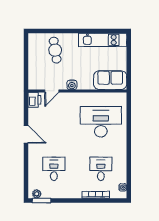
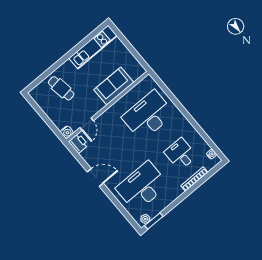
sofa: (110, 80) -> (114, 86), moved
water cooler: (72, 85) -> (67, 132), moved
desk: (54, 169) -> (142, 186), width x1.87, depth x1.30

